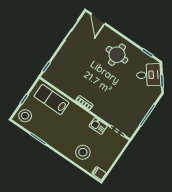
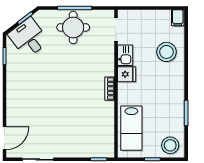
round table: (117, 55) -> (73, 27), moved
fridge: (86, 119) -> (127, 74), added

